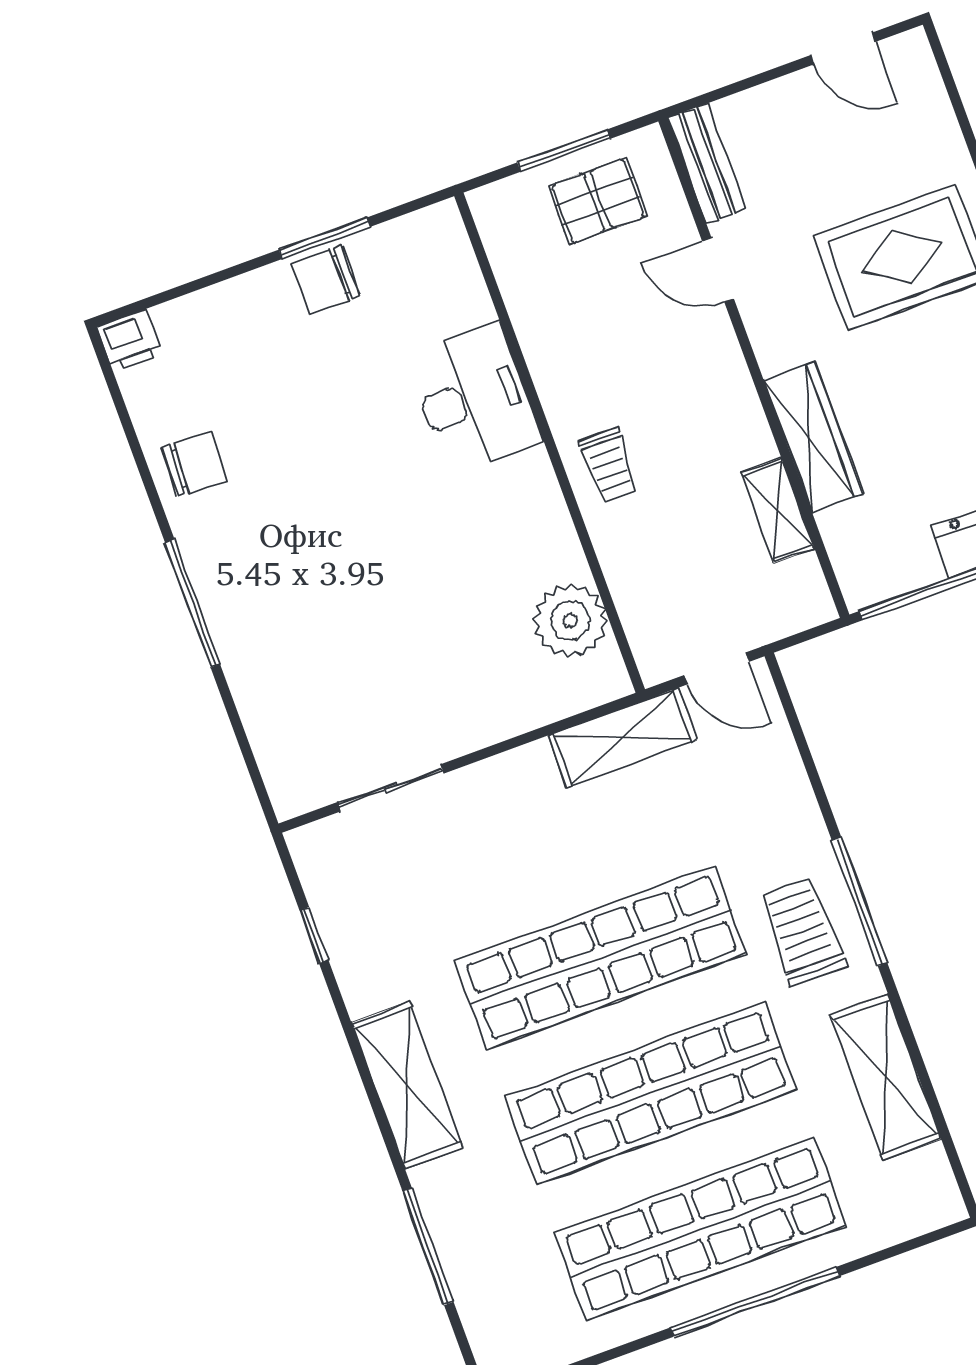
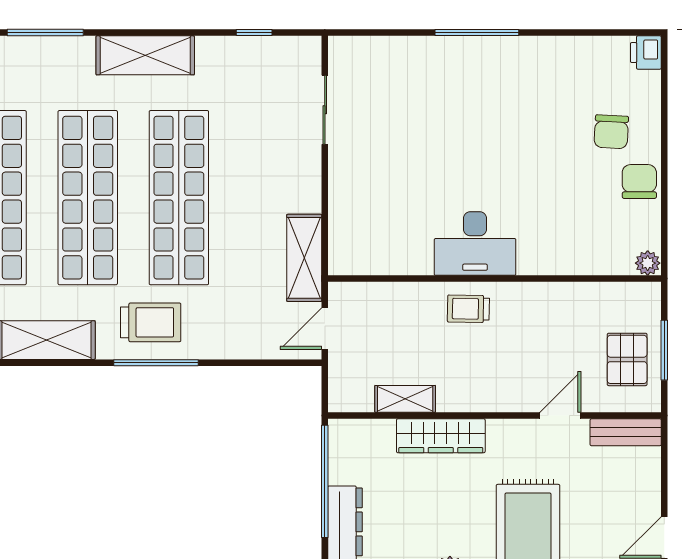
window: (324, 238) -> (664, 190), removed
desk: (474, 399) -> (475, 244), moved
chair: (194, 464) -> (611, 132), moved
plant: (570, 621) -> (648, 263), moved, width x0.53, depth x0.53

